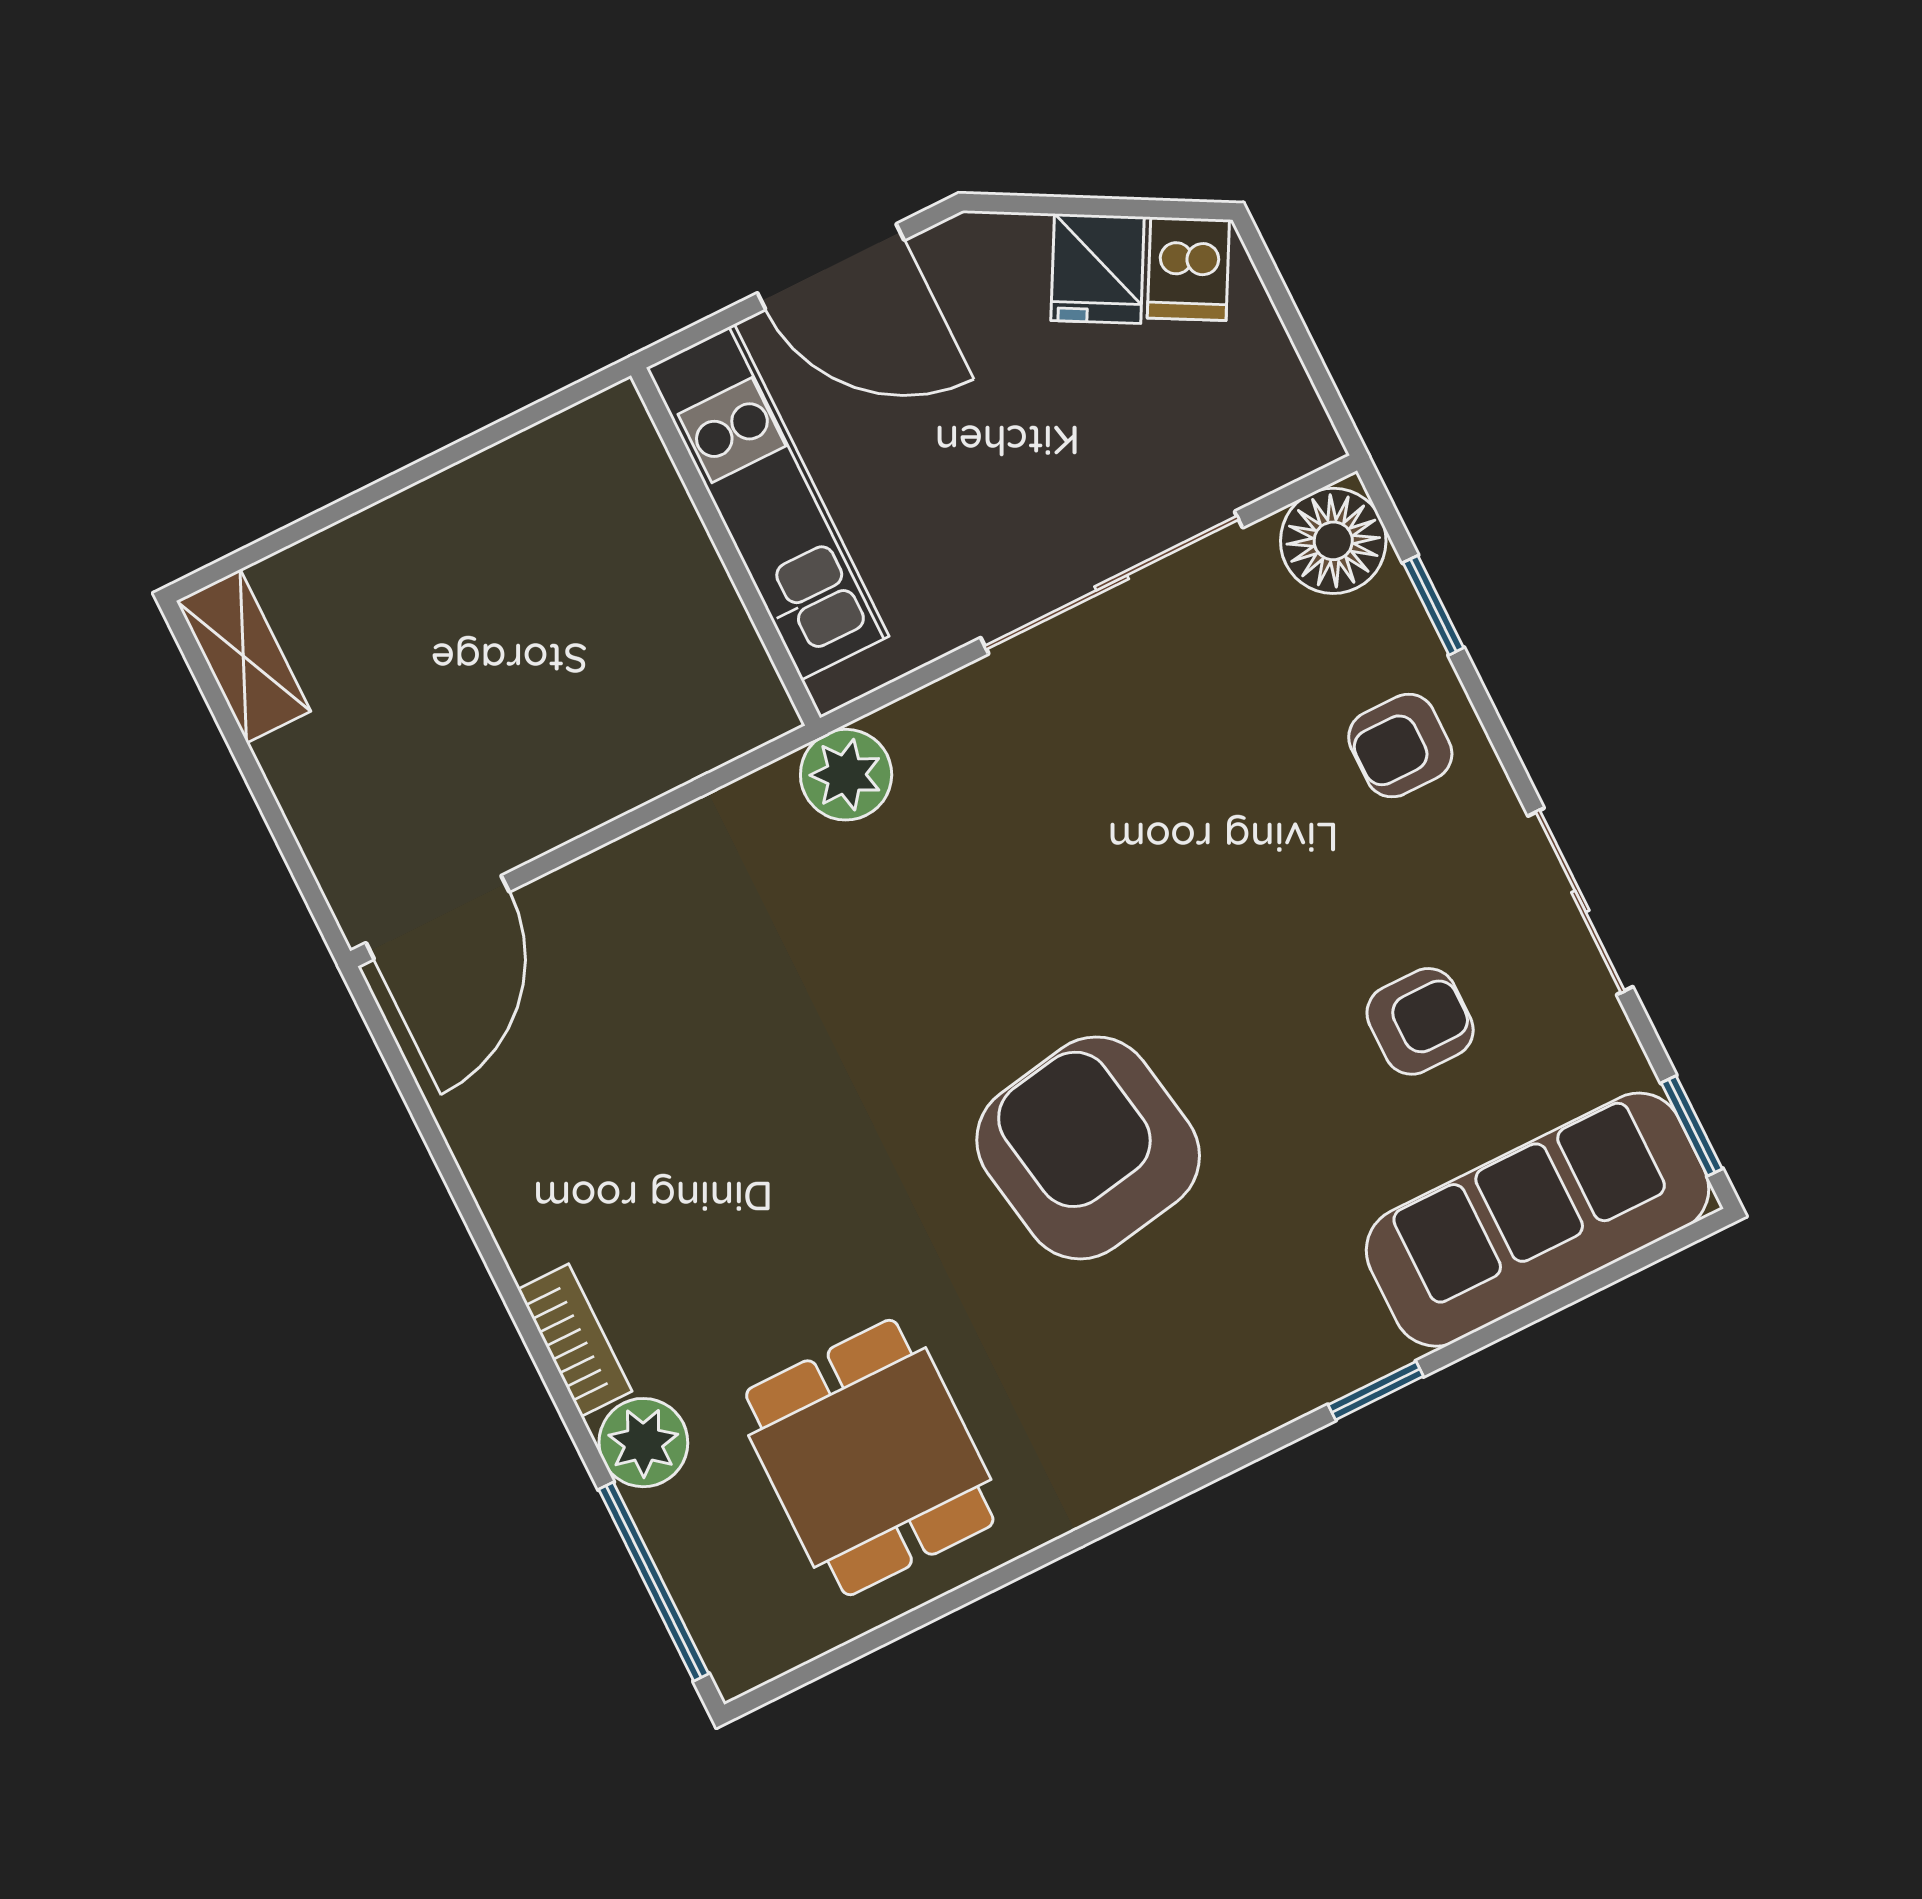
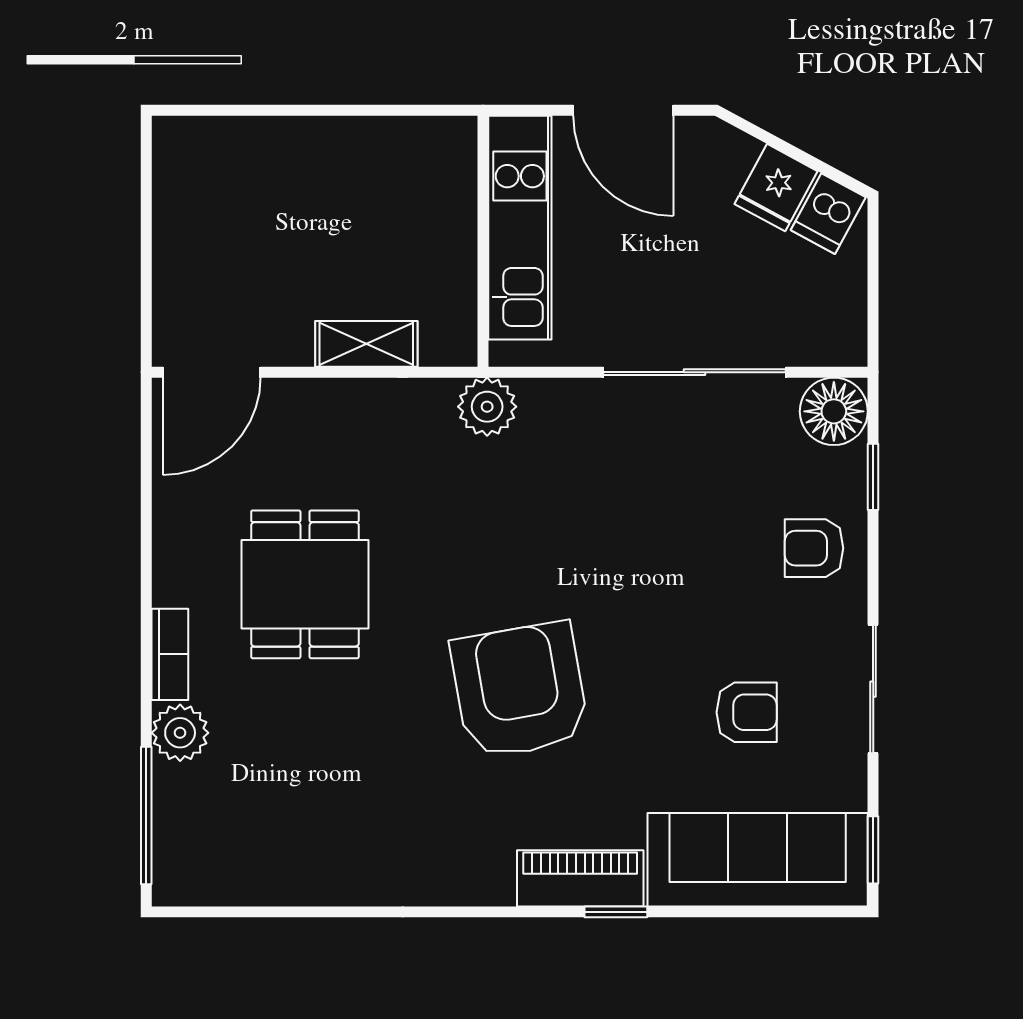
shelving: (243, 656) -> (366, 344), moved, turned 90
piano: (1303, 1368) -> (580, 878), added
dining table: (870, 1457) -> (305, 584), moved

